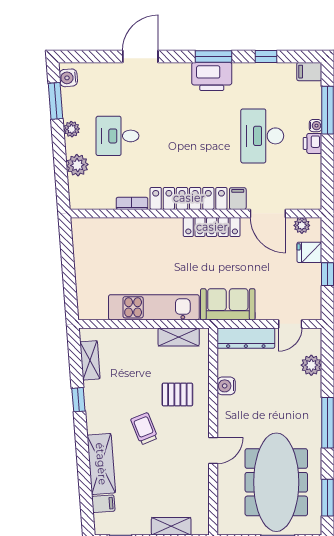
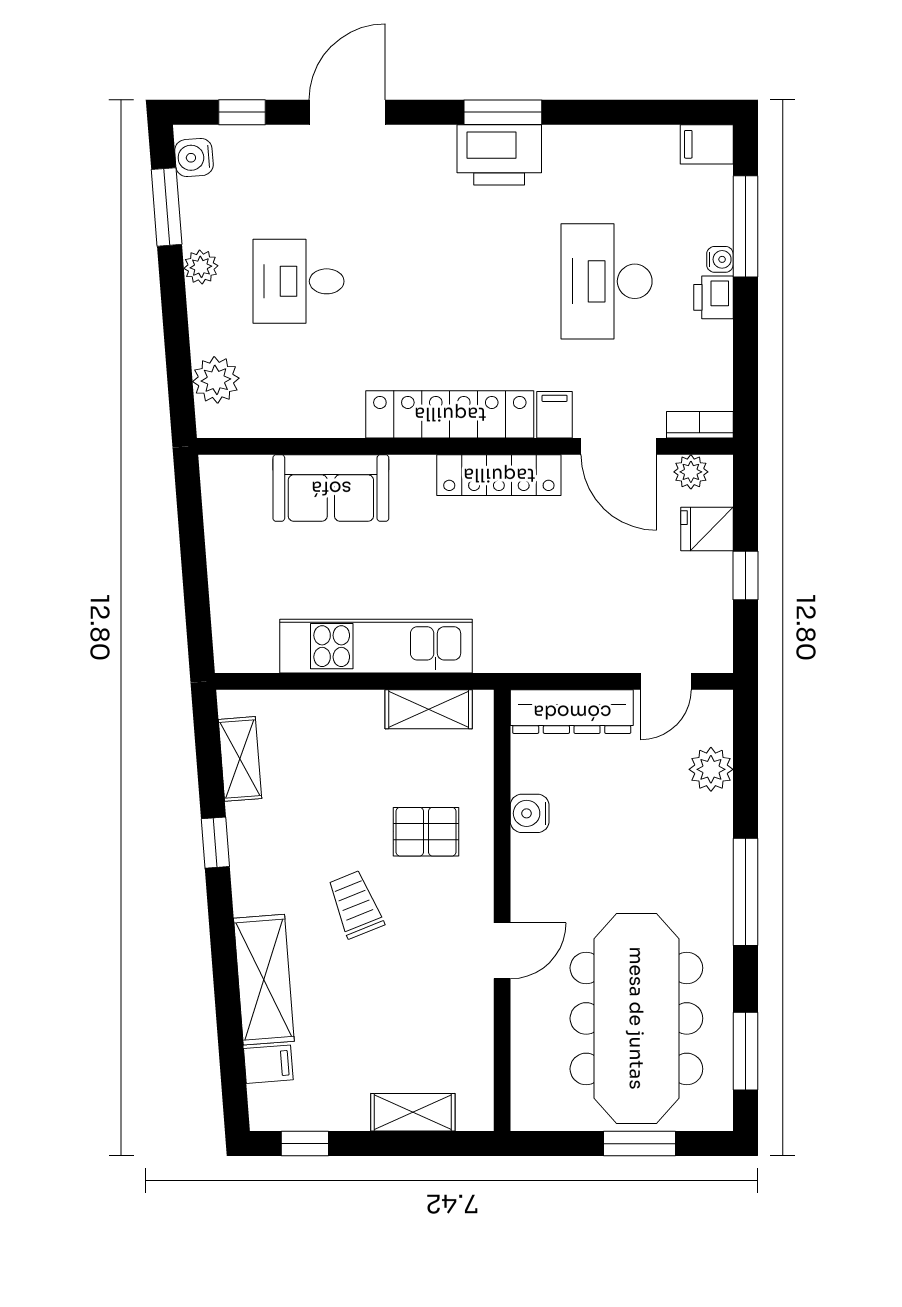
window: (266, 56) -> (242, 112), moved
plant: (77, 165) -> (216, 380), moved
bookcase: (132, 203) -> (700, 425), moved
sofa: (228, 304) -> (331, 488), moved, turned 180

